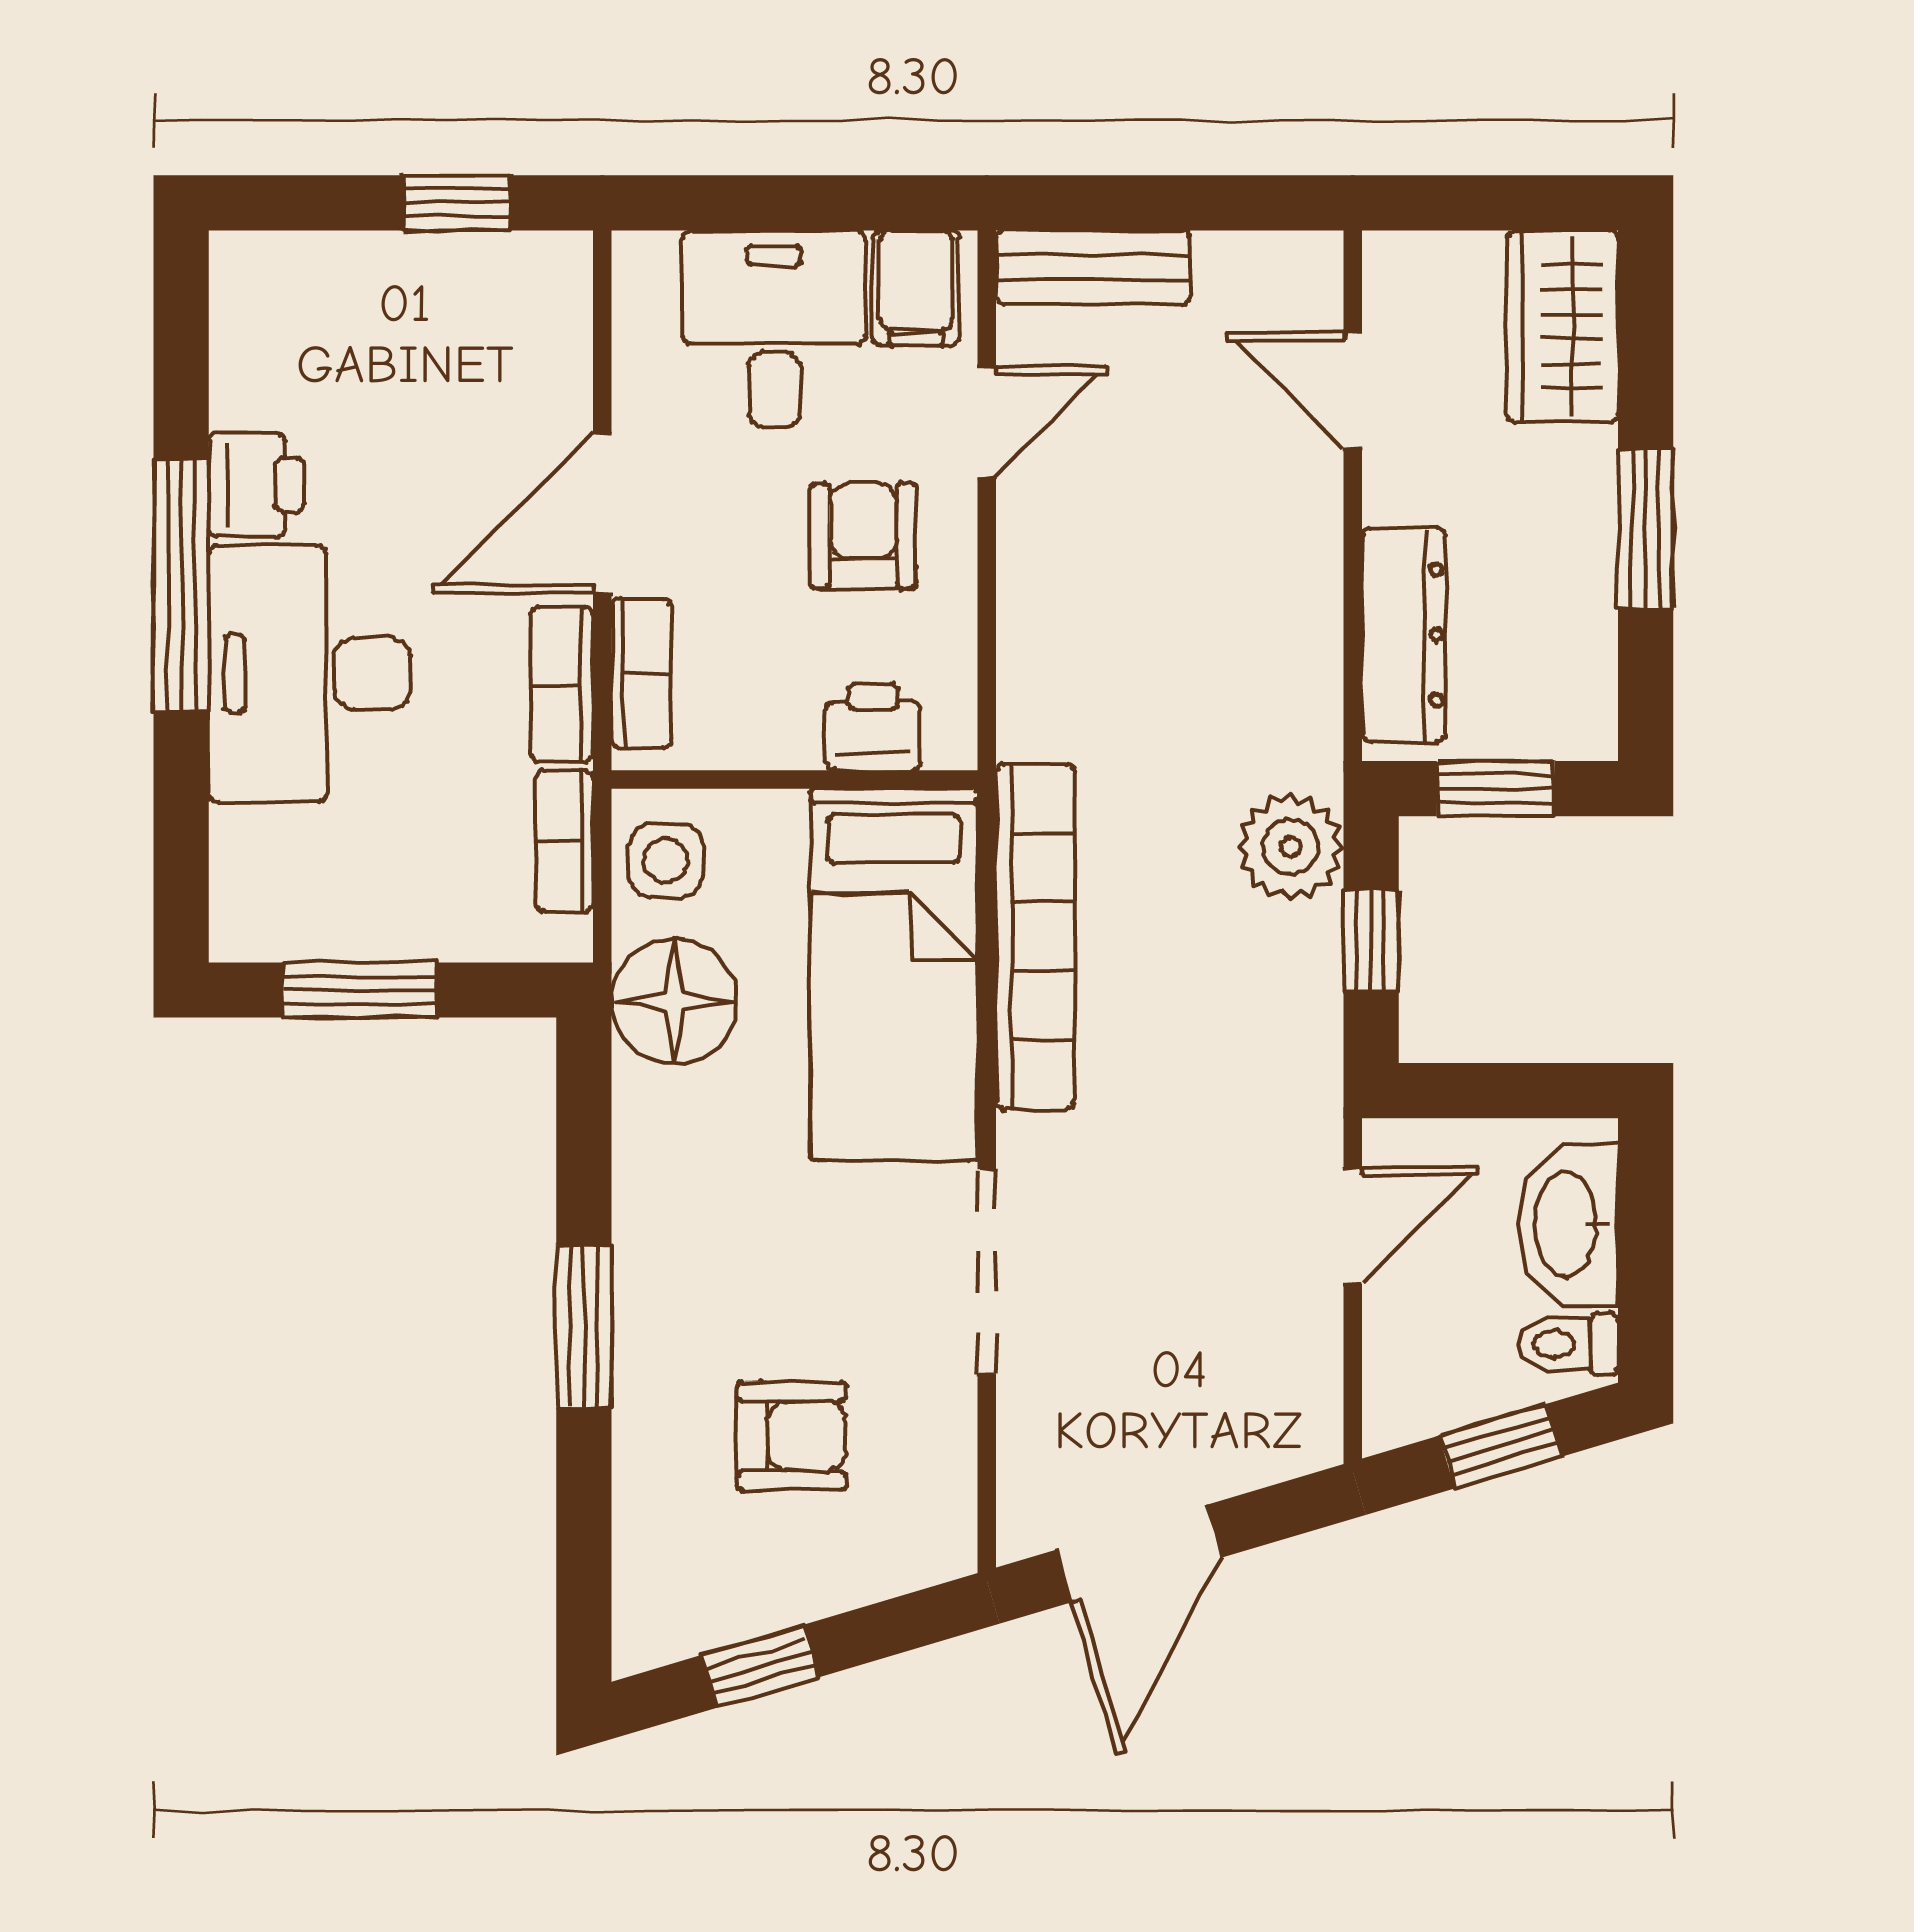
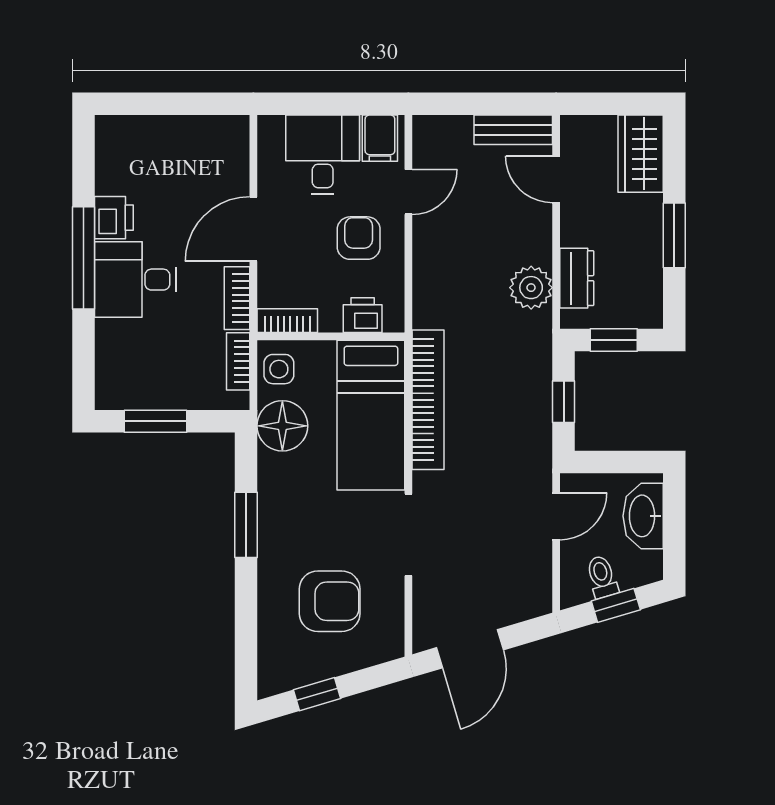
window: (457, 203) -> (195, 104), removed
bench: (1093, 267) -> (513, 130), moved
dresser: (1404, 635) -> (577, 278), width x0.70
bookcase: (641, 673) -> (287, 321), moved, turned -90
desk: (310, 674) -> (135, 280), width x0.73
plant: (1291, 847) -> (531, 288), moved
window: (584, 1326) -> (246, 525), moved
toilet: (1568, 1344) -> (602, 577), moved, turned 73
armchair: (791, 1436) -> (330, 601), width x1.38, depth x1.38

